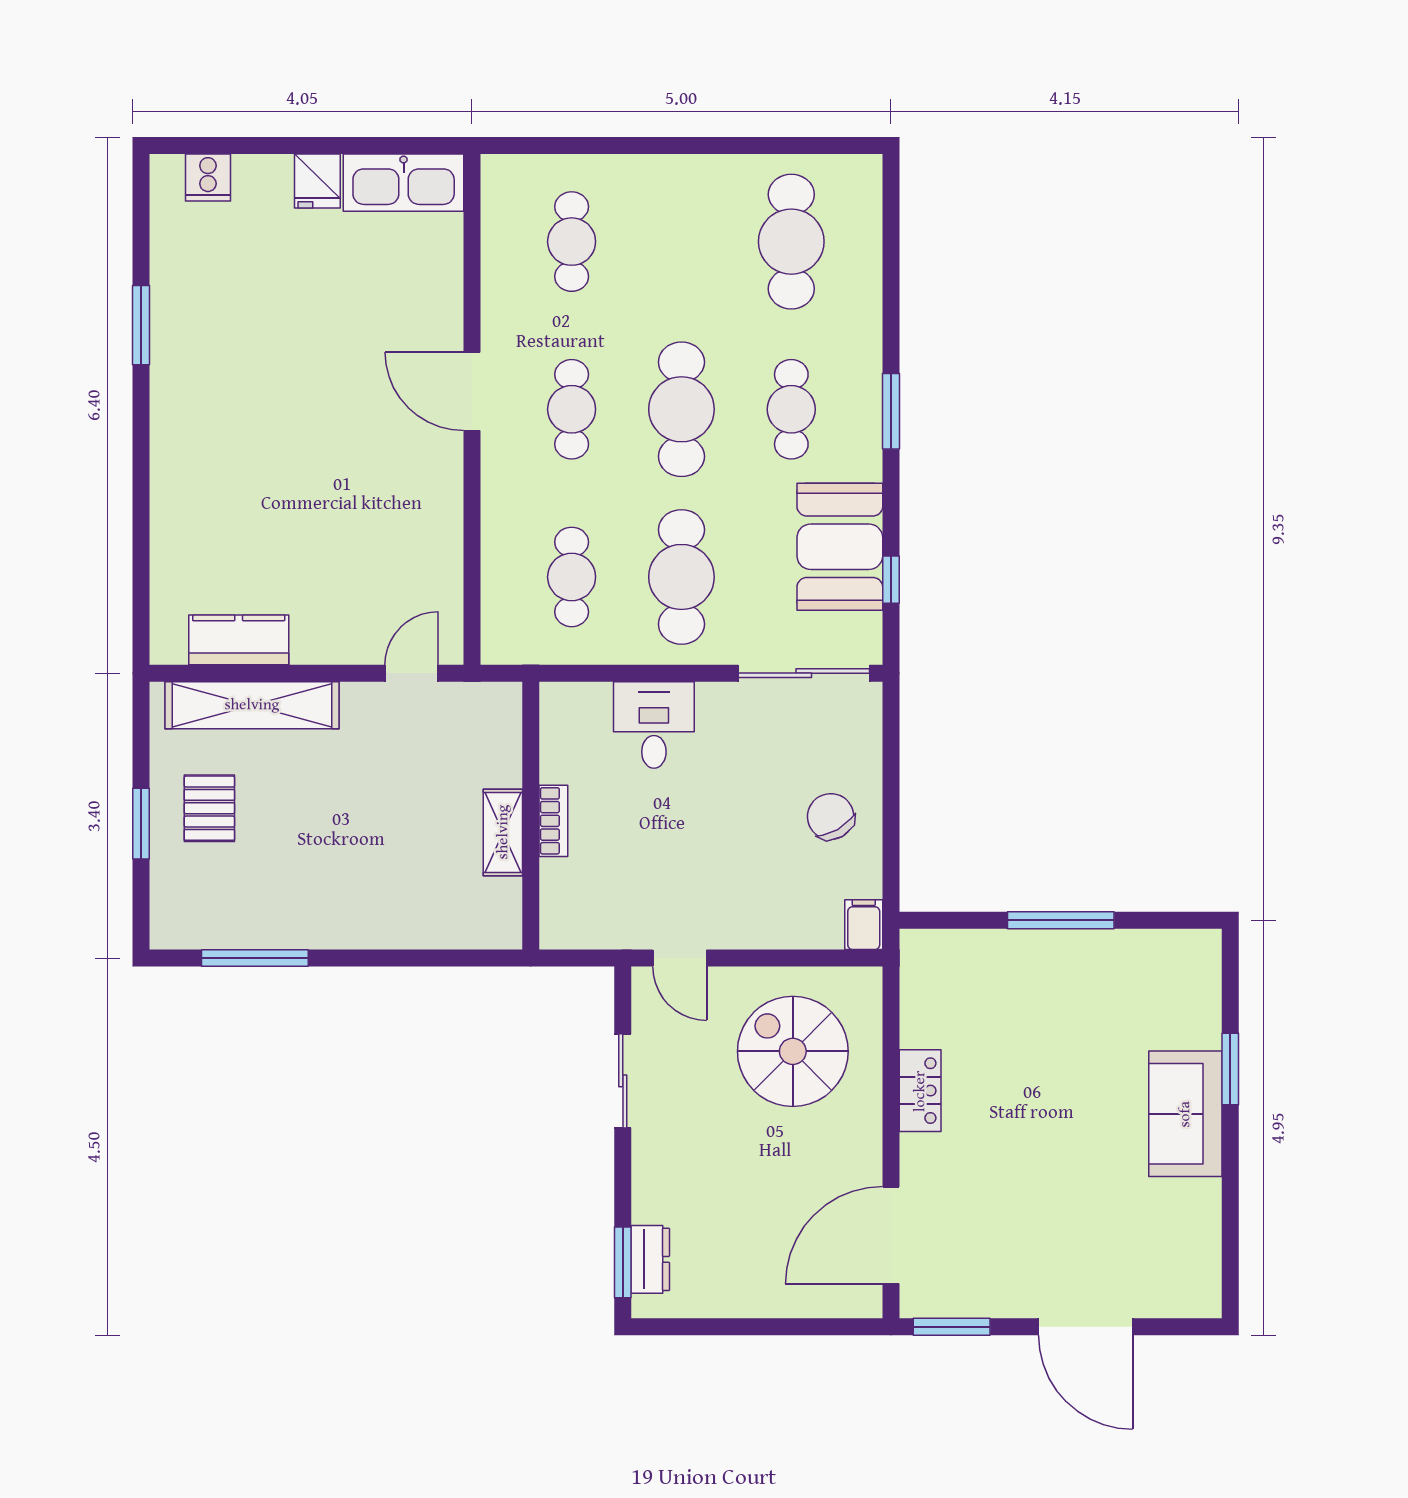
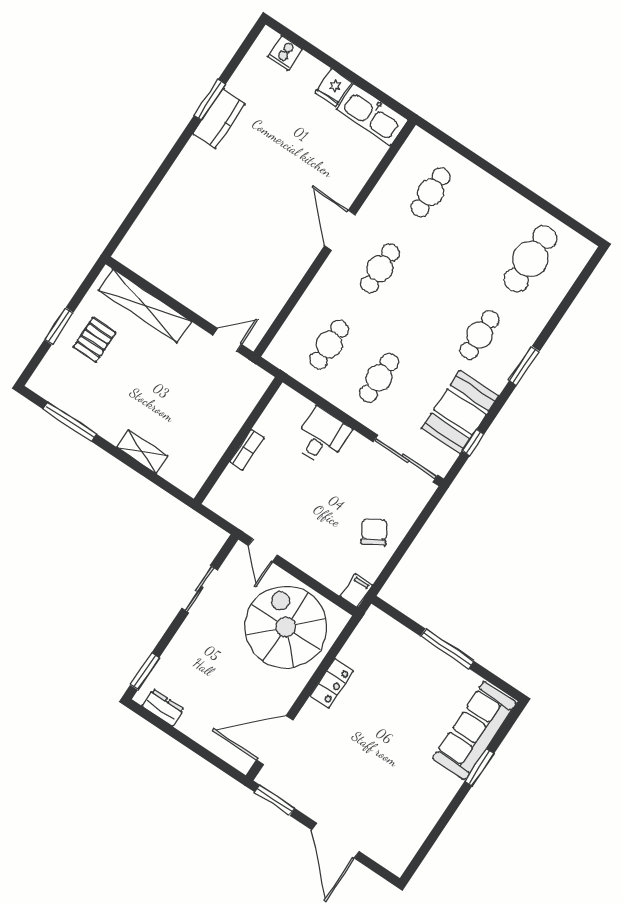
cafe table: (681, 409) -> (430, 302), removed
cafe table: (681, 577) -> (379, 378), width x0.73, depth x0.74
kitchen counter: (239, 640) -> (219, 119), moved, turned 90
shelving: (503, 832) -> (142, 452), moved, turned 90
spiral stairs: (793, 1051) -> (286, 627), width x1.37, depth x1.37
sofa: (1185, 1114) -> (474, 731), moved, width x1.36
dresser: (650, 1259) -> (163, 708), moved, turned -90

